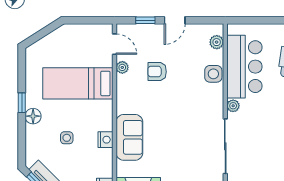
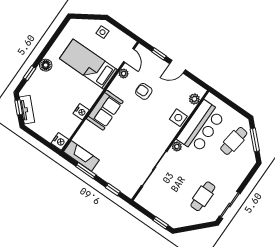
window: (22, 103) -> (30, 73), moved
sofa: (129, 137) -> (105, 110), moved
side table: (67, 138) -> (102, 32), moved

